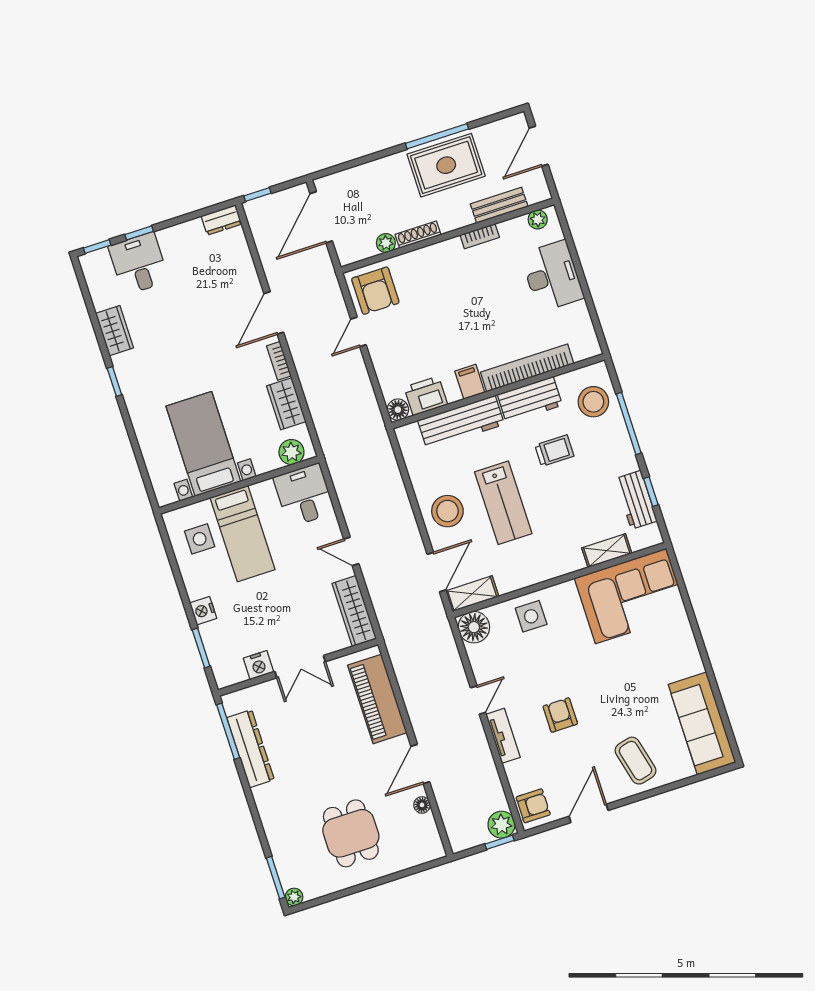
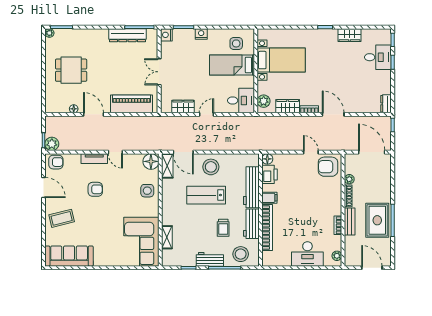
bench: (499, 205) -> (350, 222), moved
workbench: (636, 500) -> (210, 259), moved
wardrobe: (354, 611) -> (183, 107), width x0.67
nightstand: (258, 665) -> (166, 35), moved
armchair: (533, 806) -> (56, 162), turned -90

